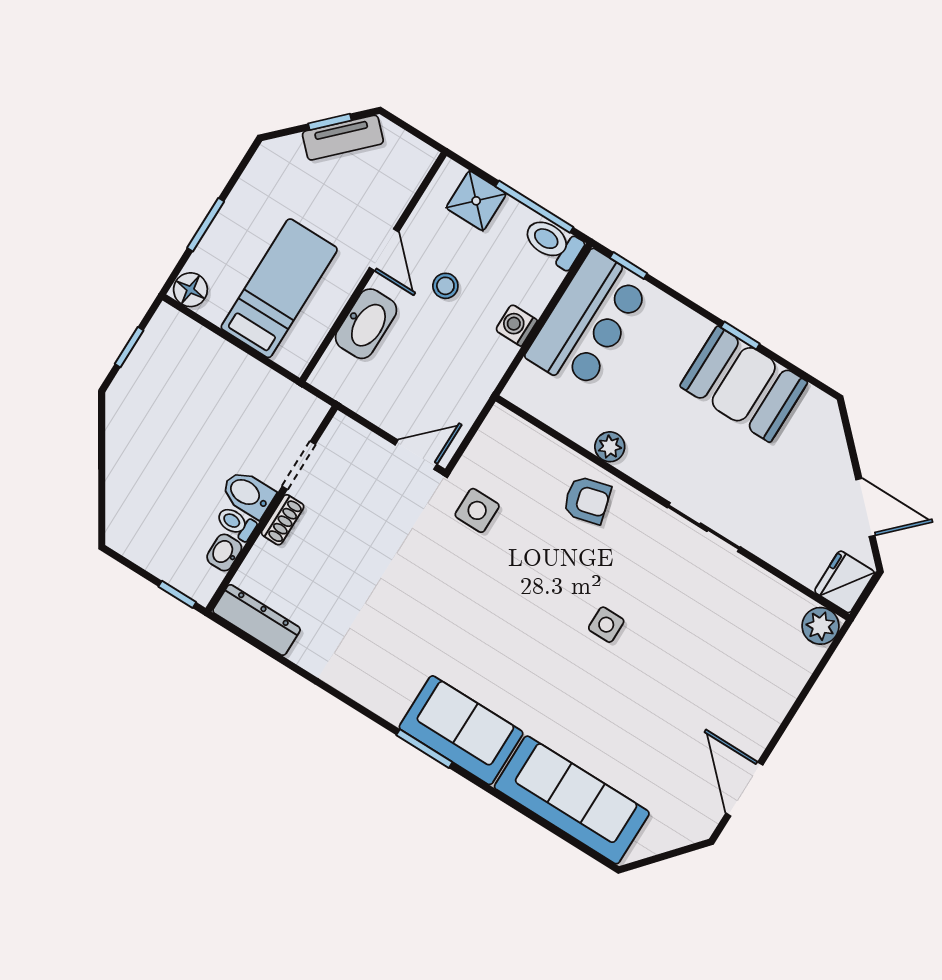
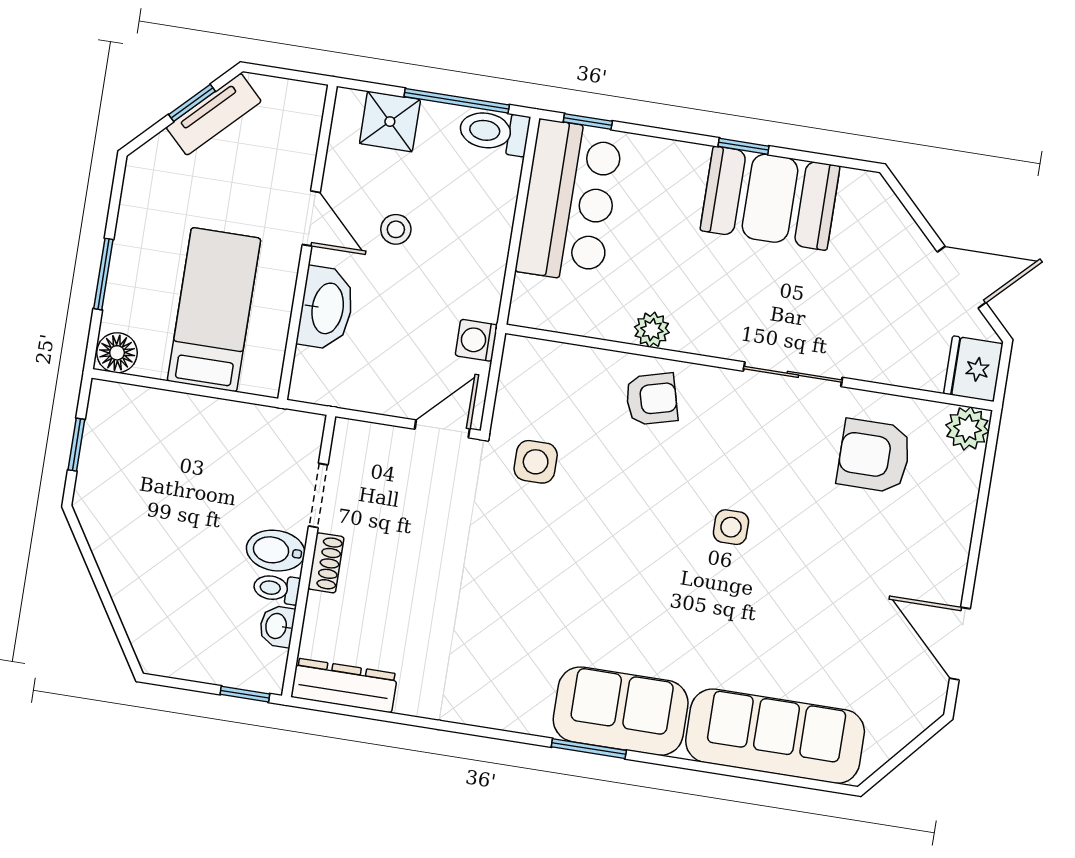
washing machine: (516, 325) -> (476, 340), moved
armchair: (740, 617) -> (874, 456), added

